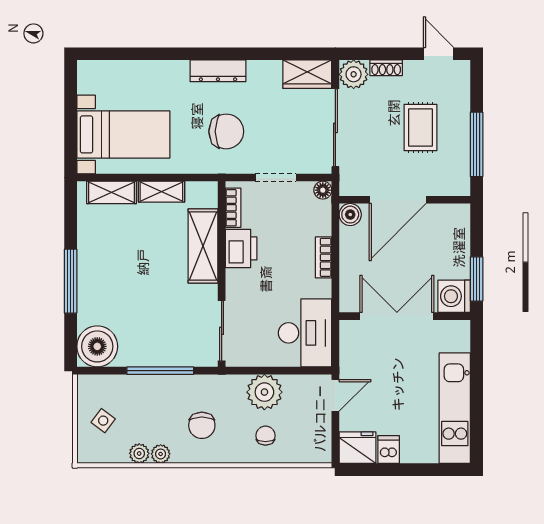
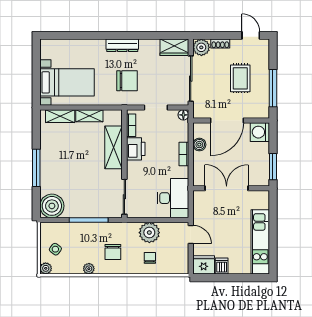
boiler: (350, 215) -> (199, 145), moved
washing machine: (454, 296) -> (260, 132), moved
door: (335, 395) -> (191, 234), hinge flipped
plant: (139, 453) -> (46, 268), moved

